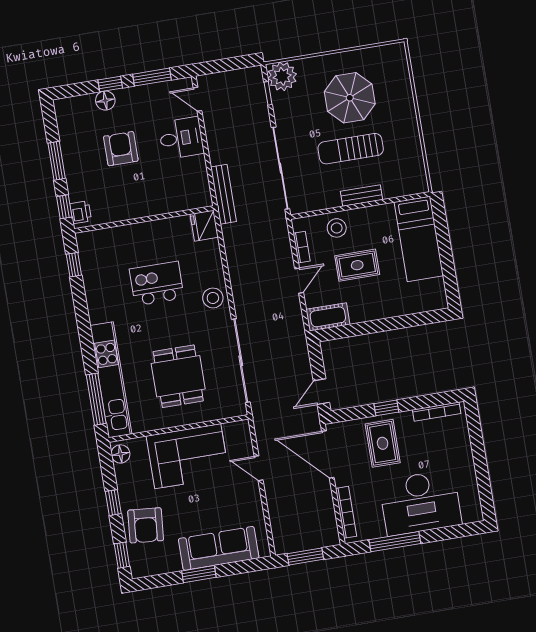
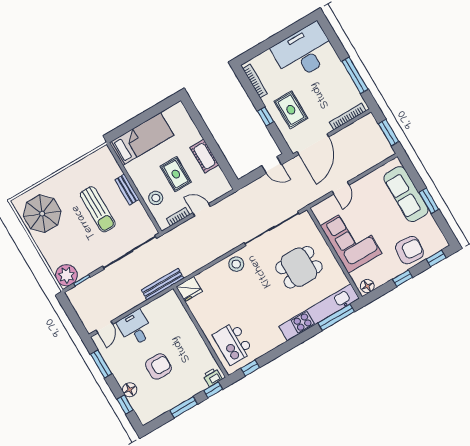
window: (110, 84) -> (125, 404), moved
parasol: (350, 98) -> (42, 214), moved
armchair: (121, 149) -> (158, 367), turned 180
kitchen island: (157, 284) -> (233, 343), moved
cot: (328, 317) -> (204, 156), moved
rug: (383, 443) -> (291, 110), turned 90
desk: (420, 503) -> (304, 52), moved, turned -90

